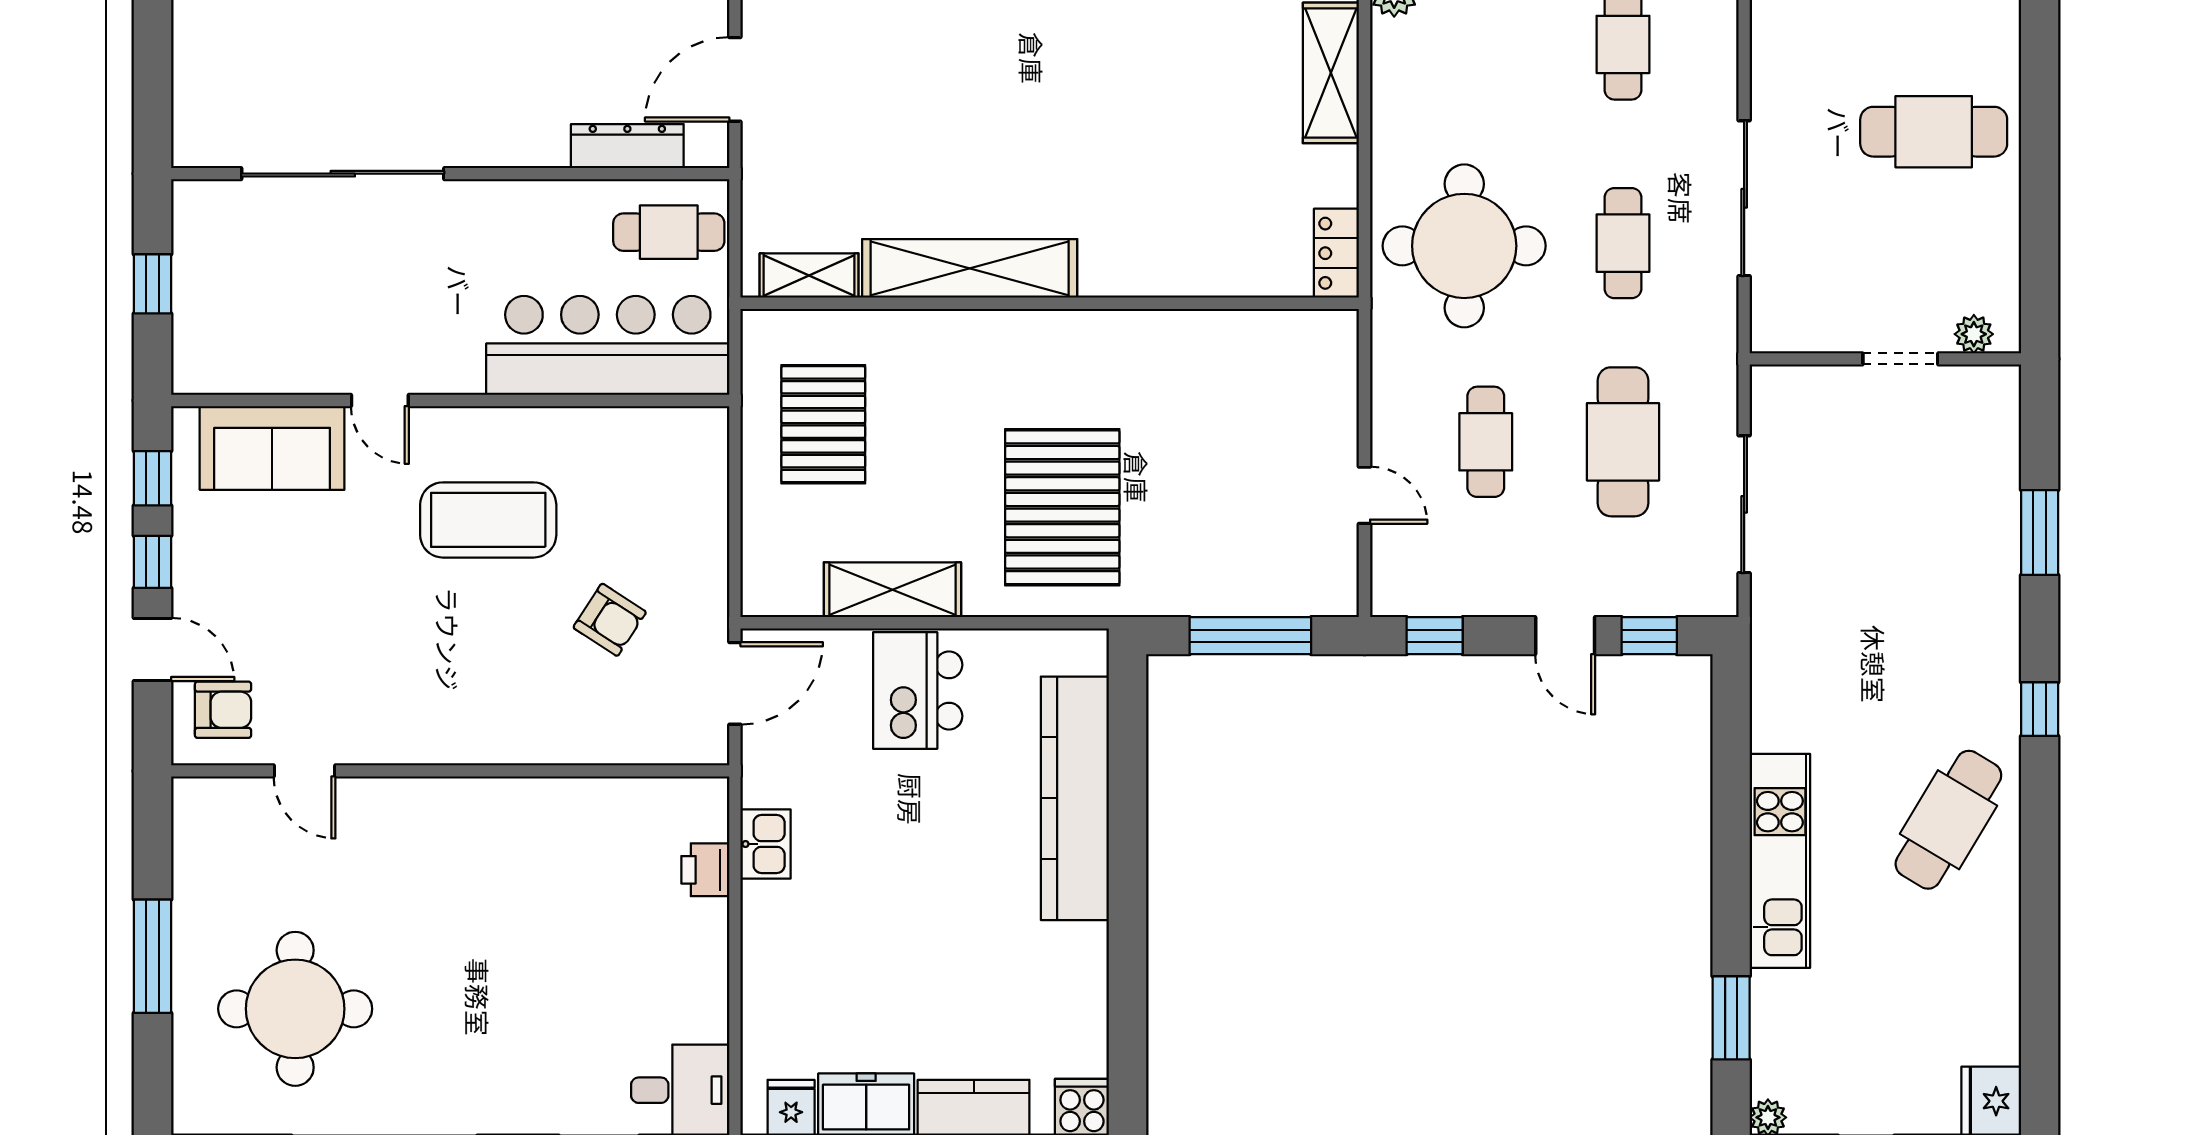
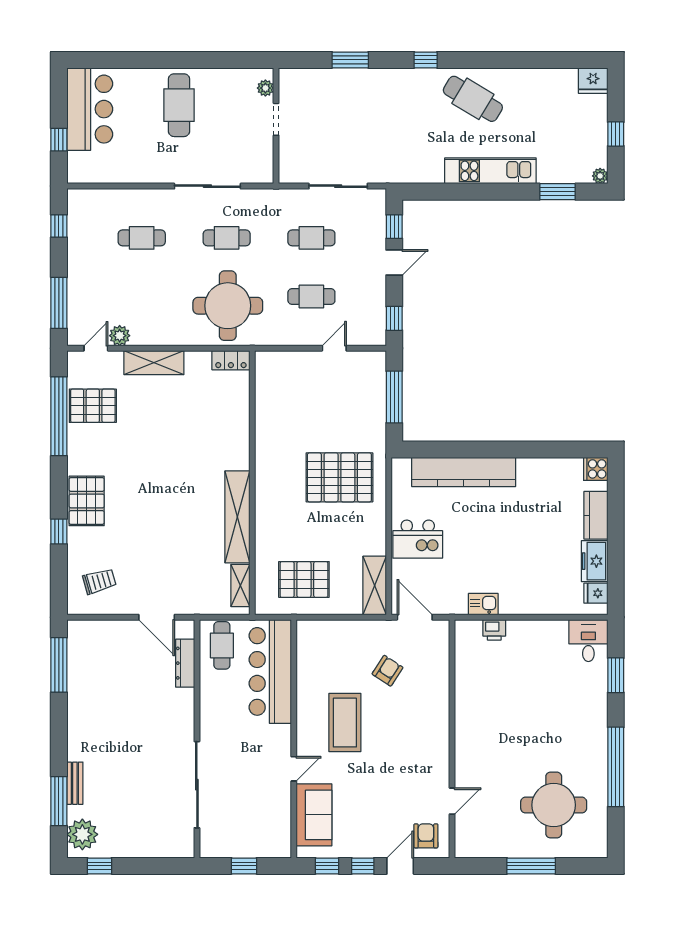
cafe table: (1623, 442) -> (311, 238), width x0.73, depth x0.74
shelving: (892, 590) -> (375, 585), moved

